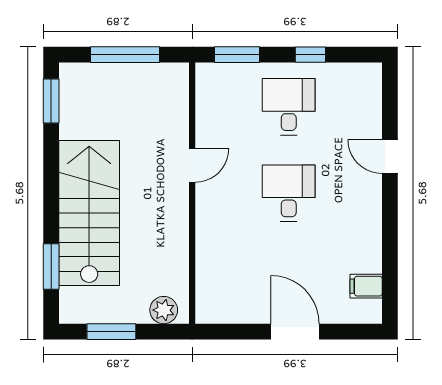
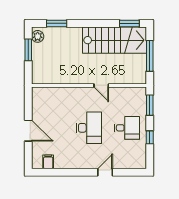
desk: (289, 193) -> (89, 128), width x1.37
stairs: (89, 213) -> (114, 40), moved
plant: (164, 310) -> (38, 36), moved
door: (295, 332) -> (28, 131), hinge flipped

